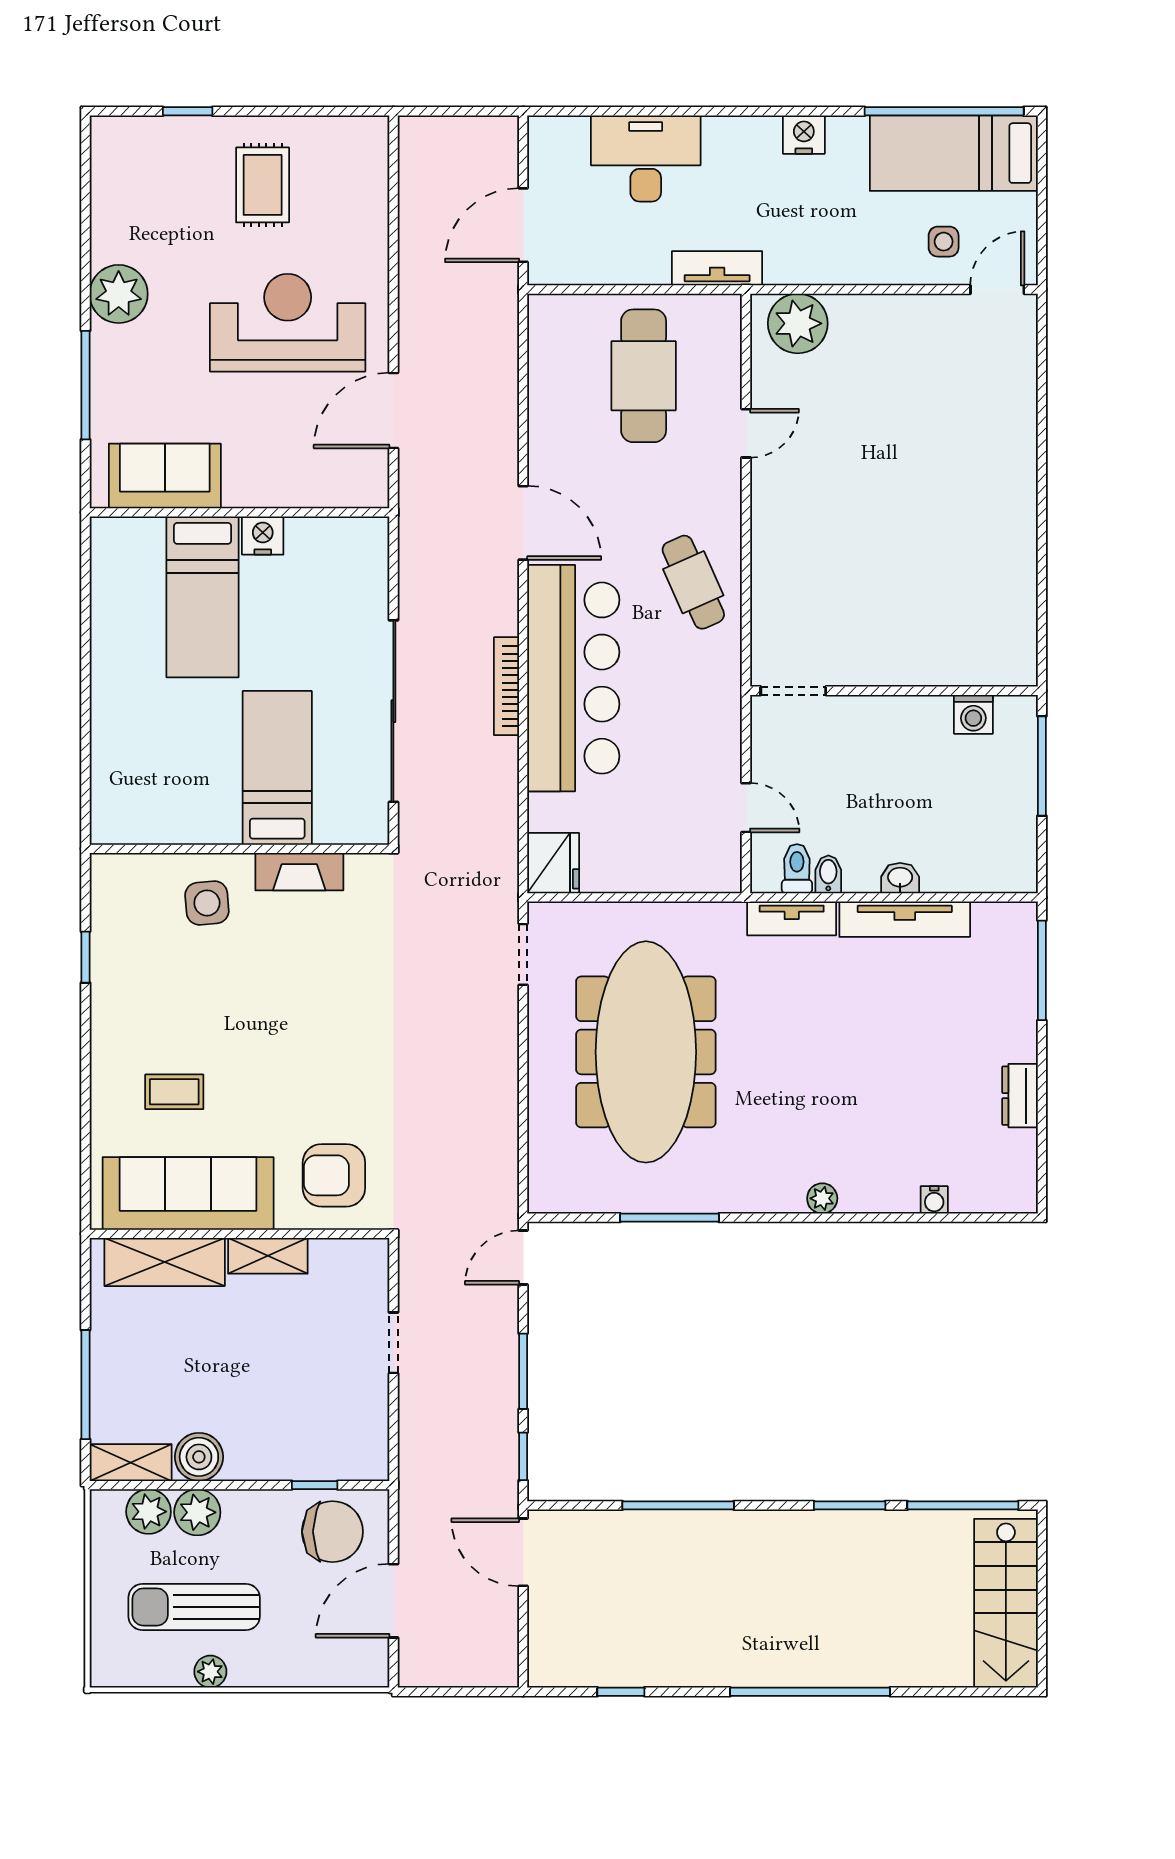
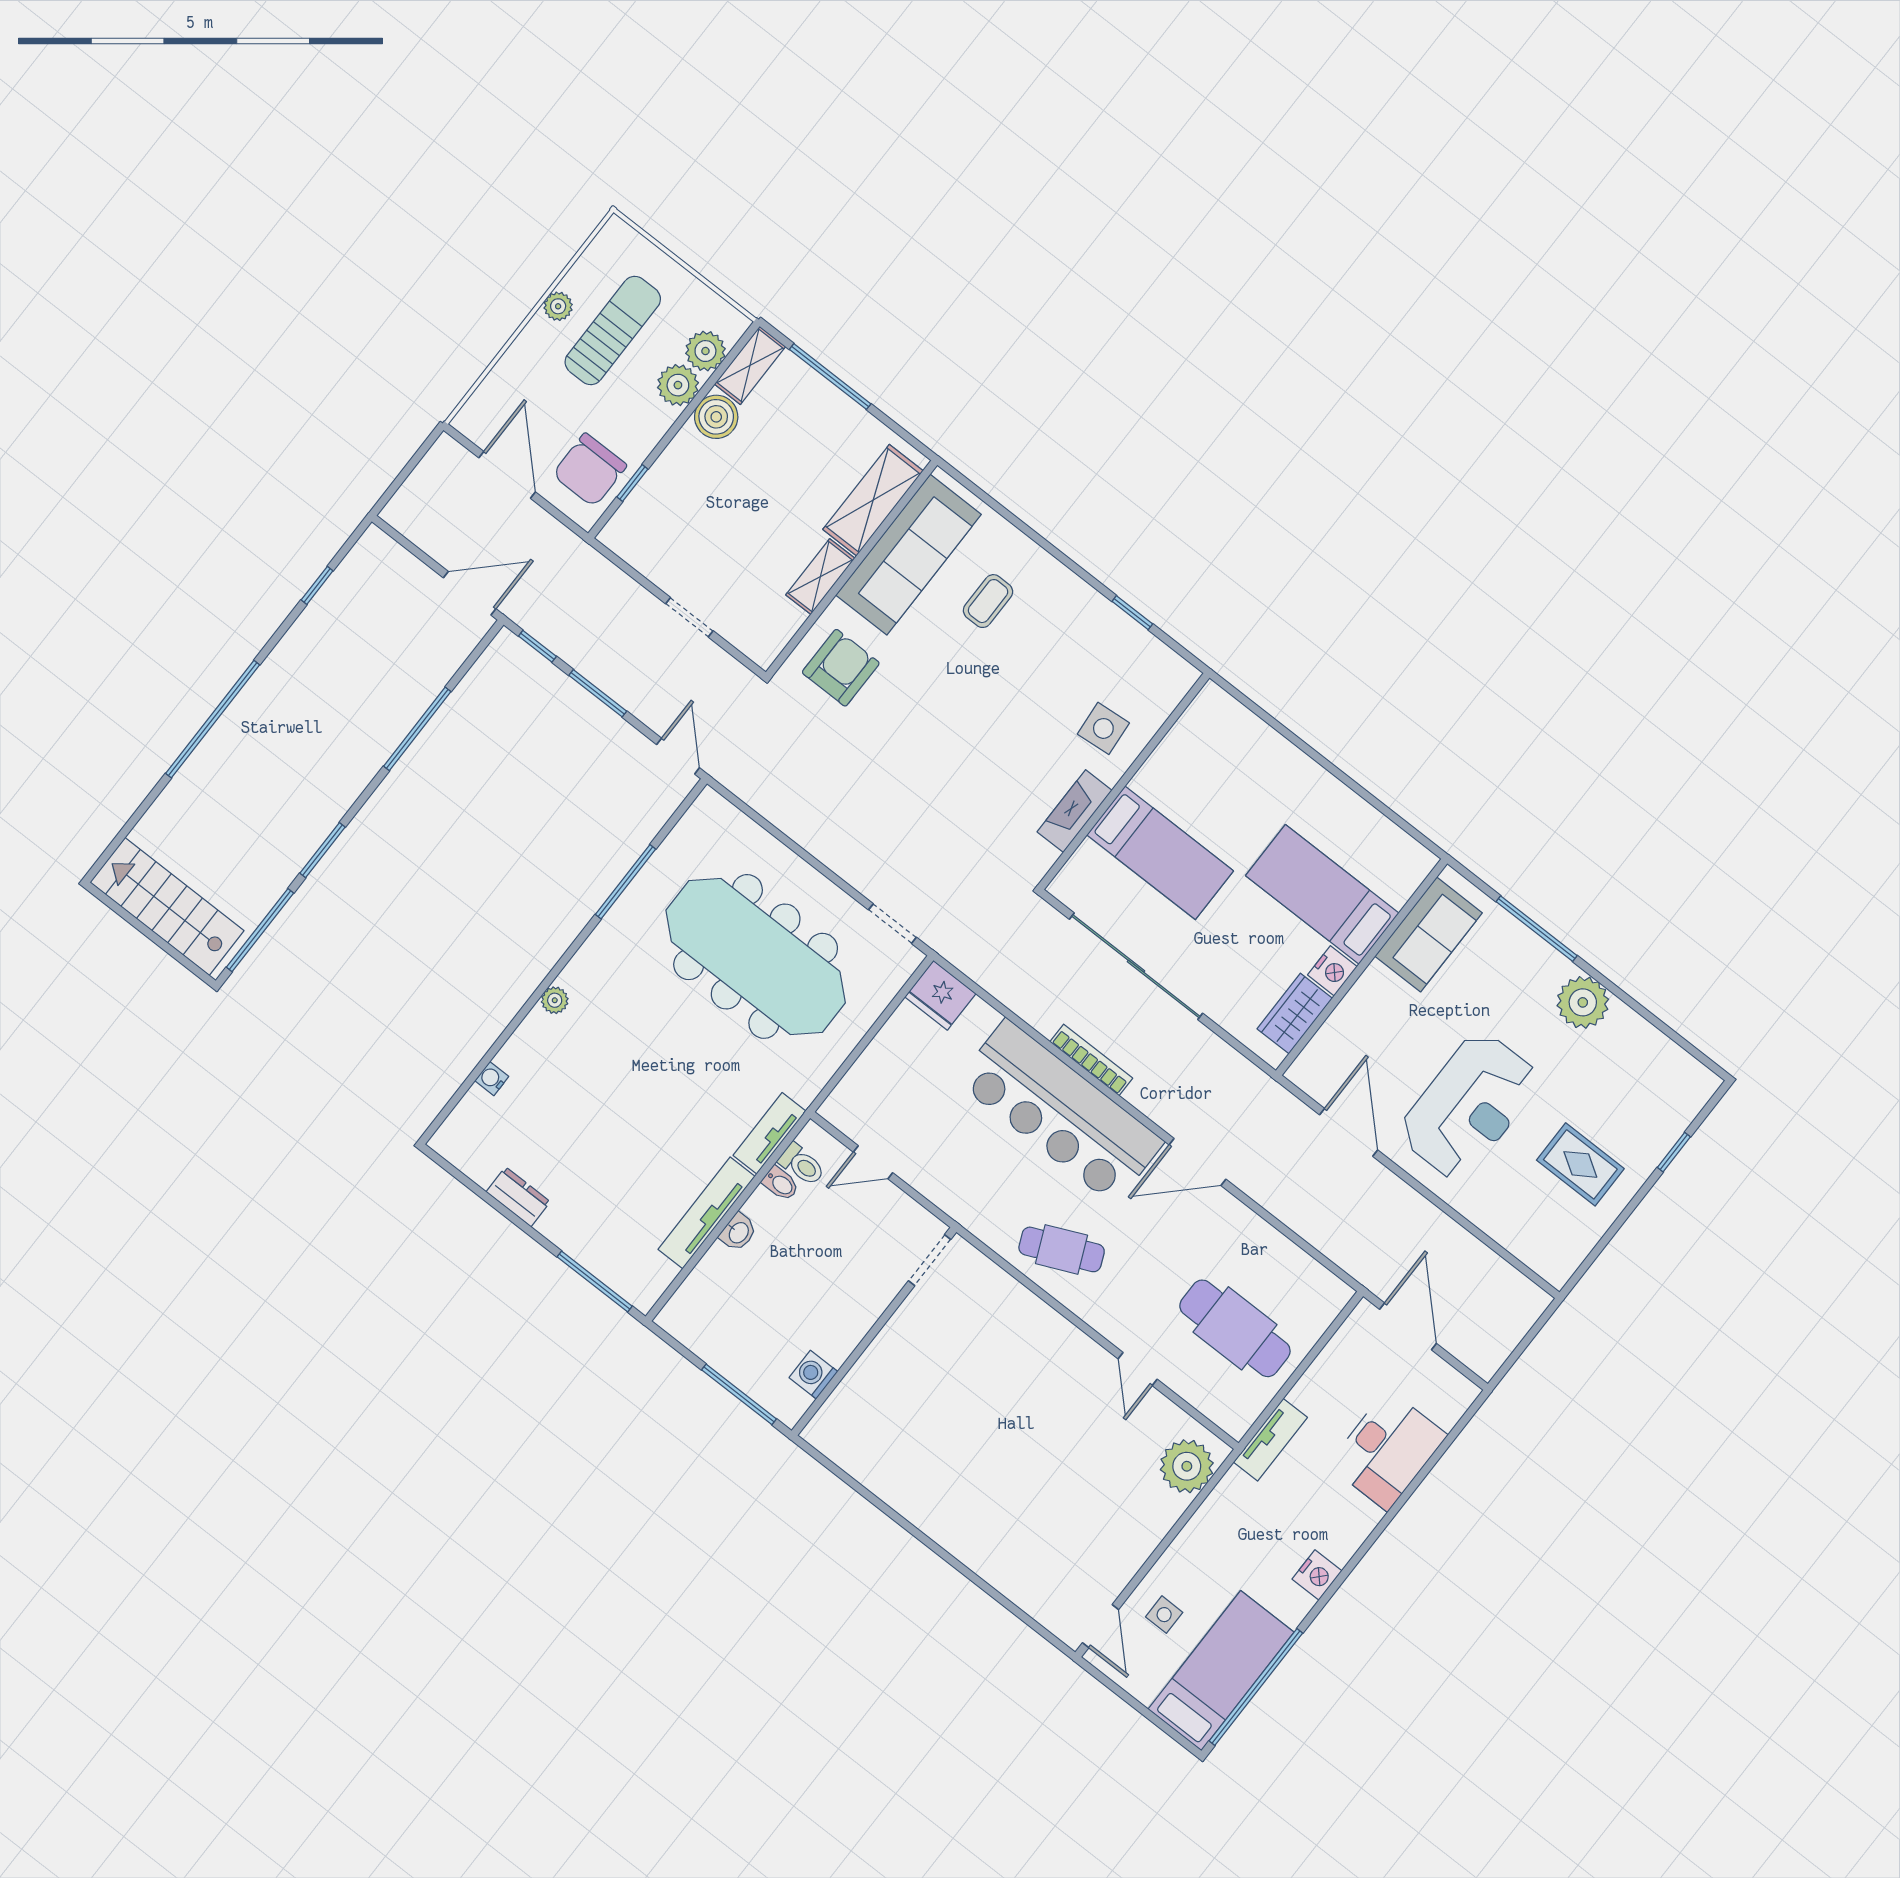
wardrobe: (326, 539) -> (1295, 1014), added

